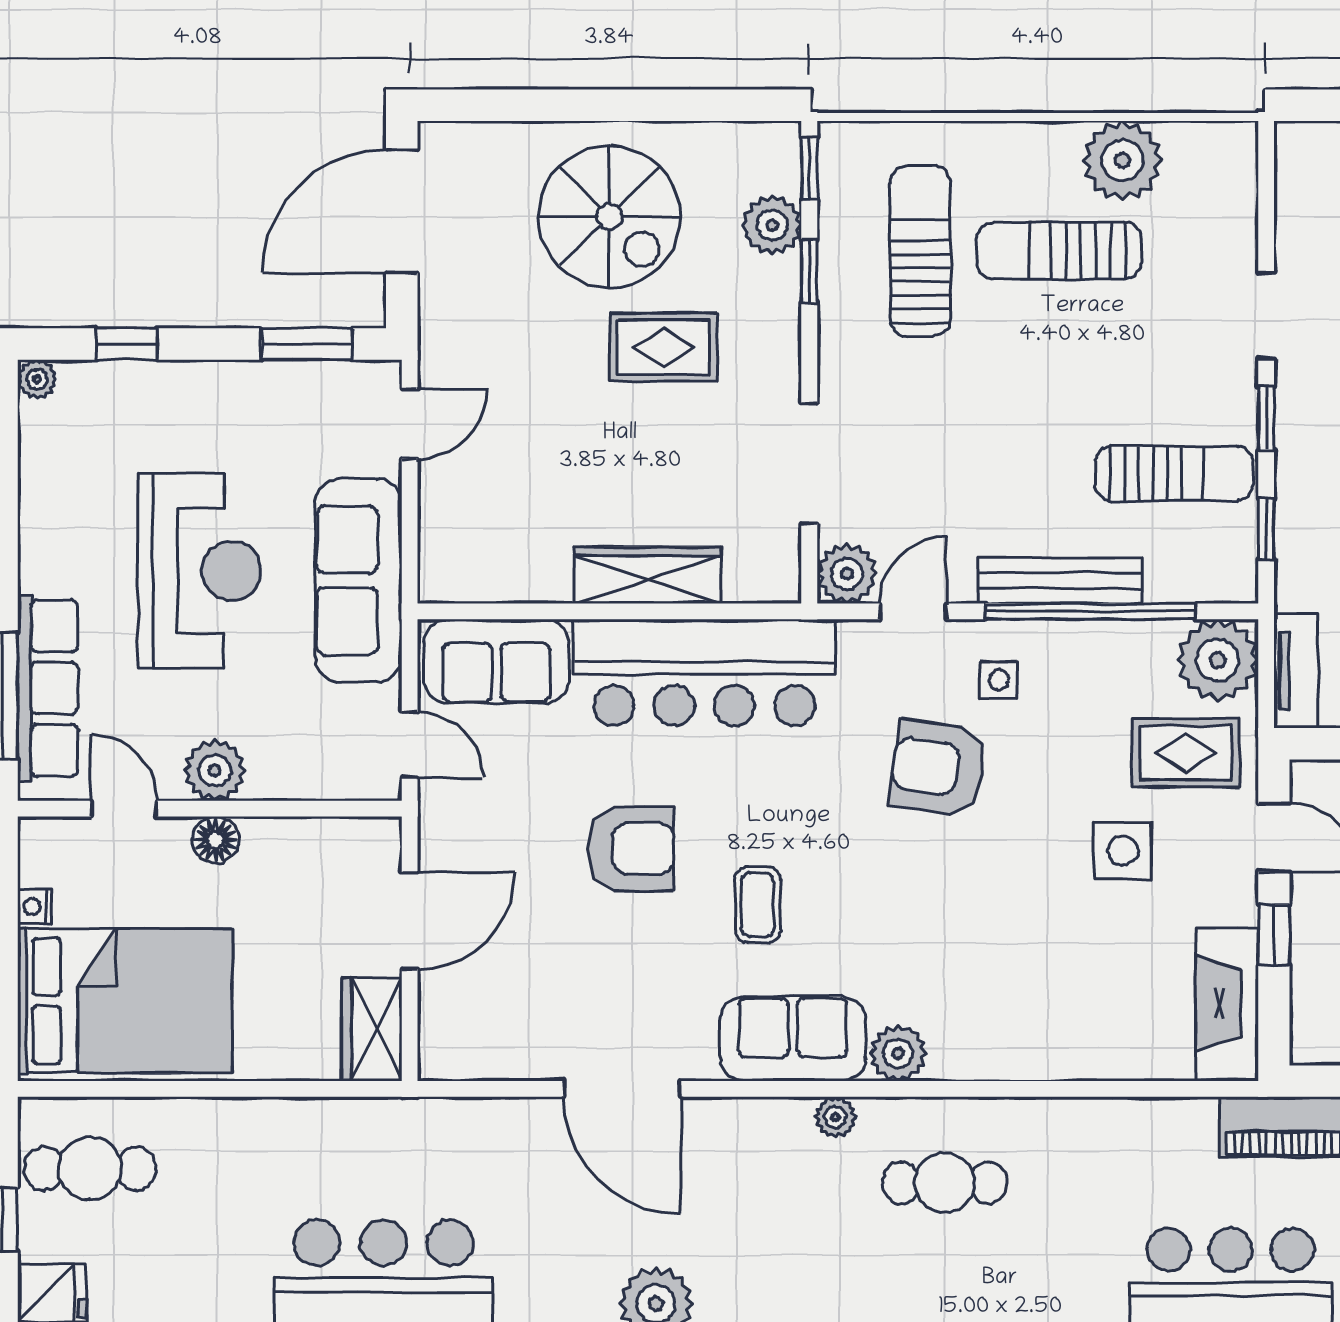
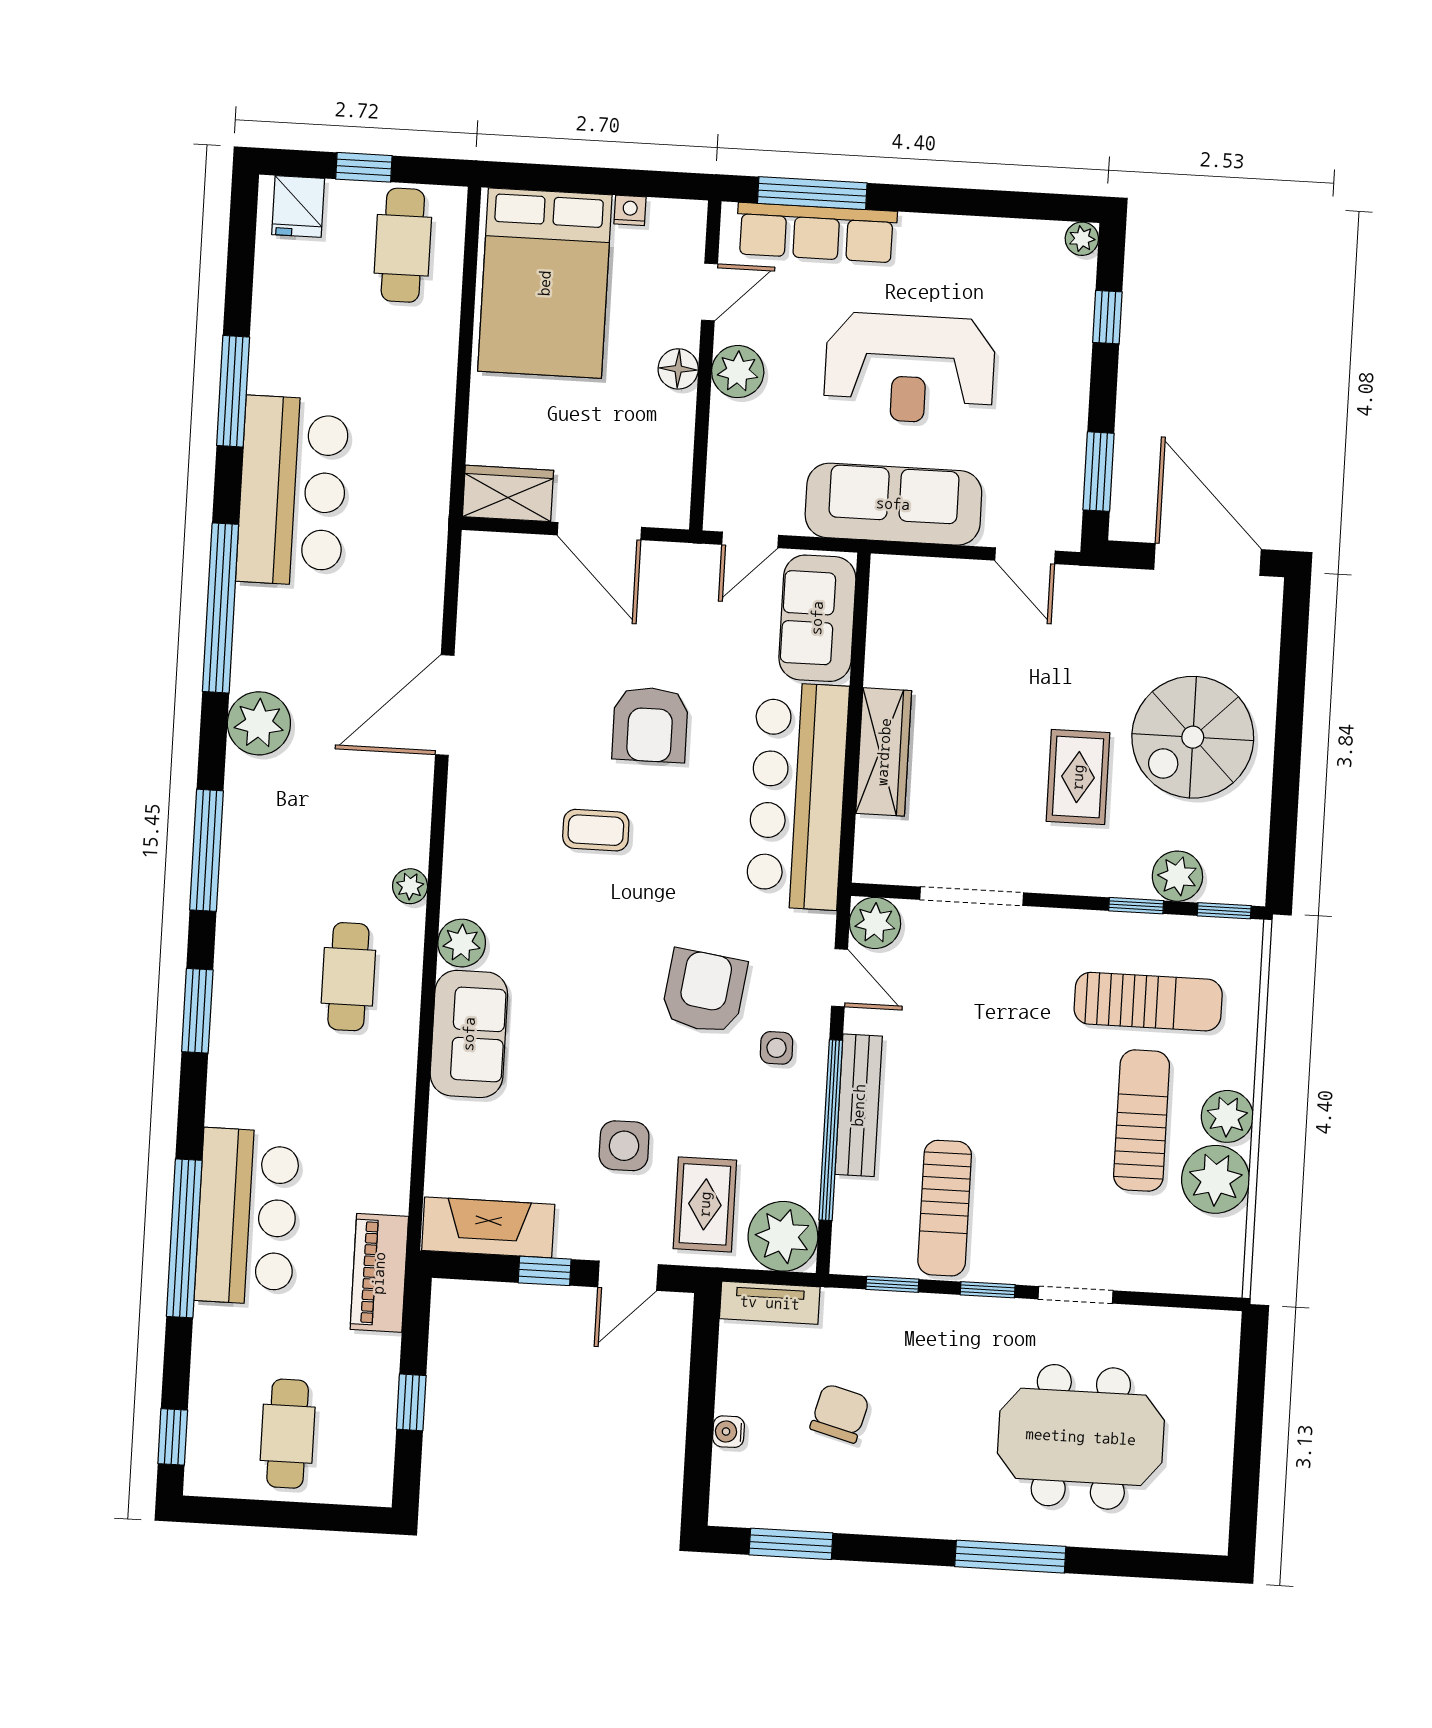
plant: (1048, 151) -> (1227, 1116), added
sofa: (793, 1039) -> (469, 1034), moved

